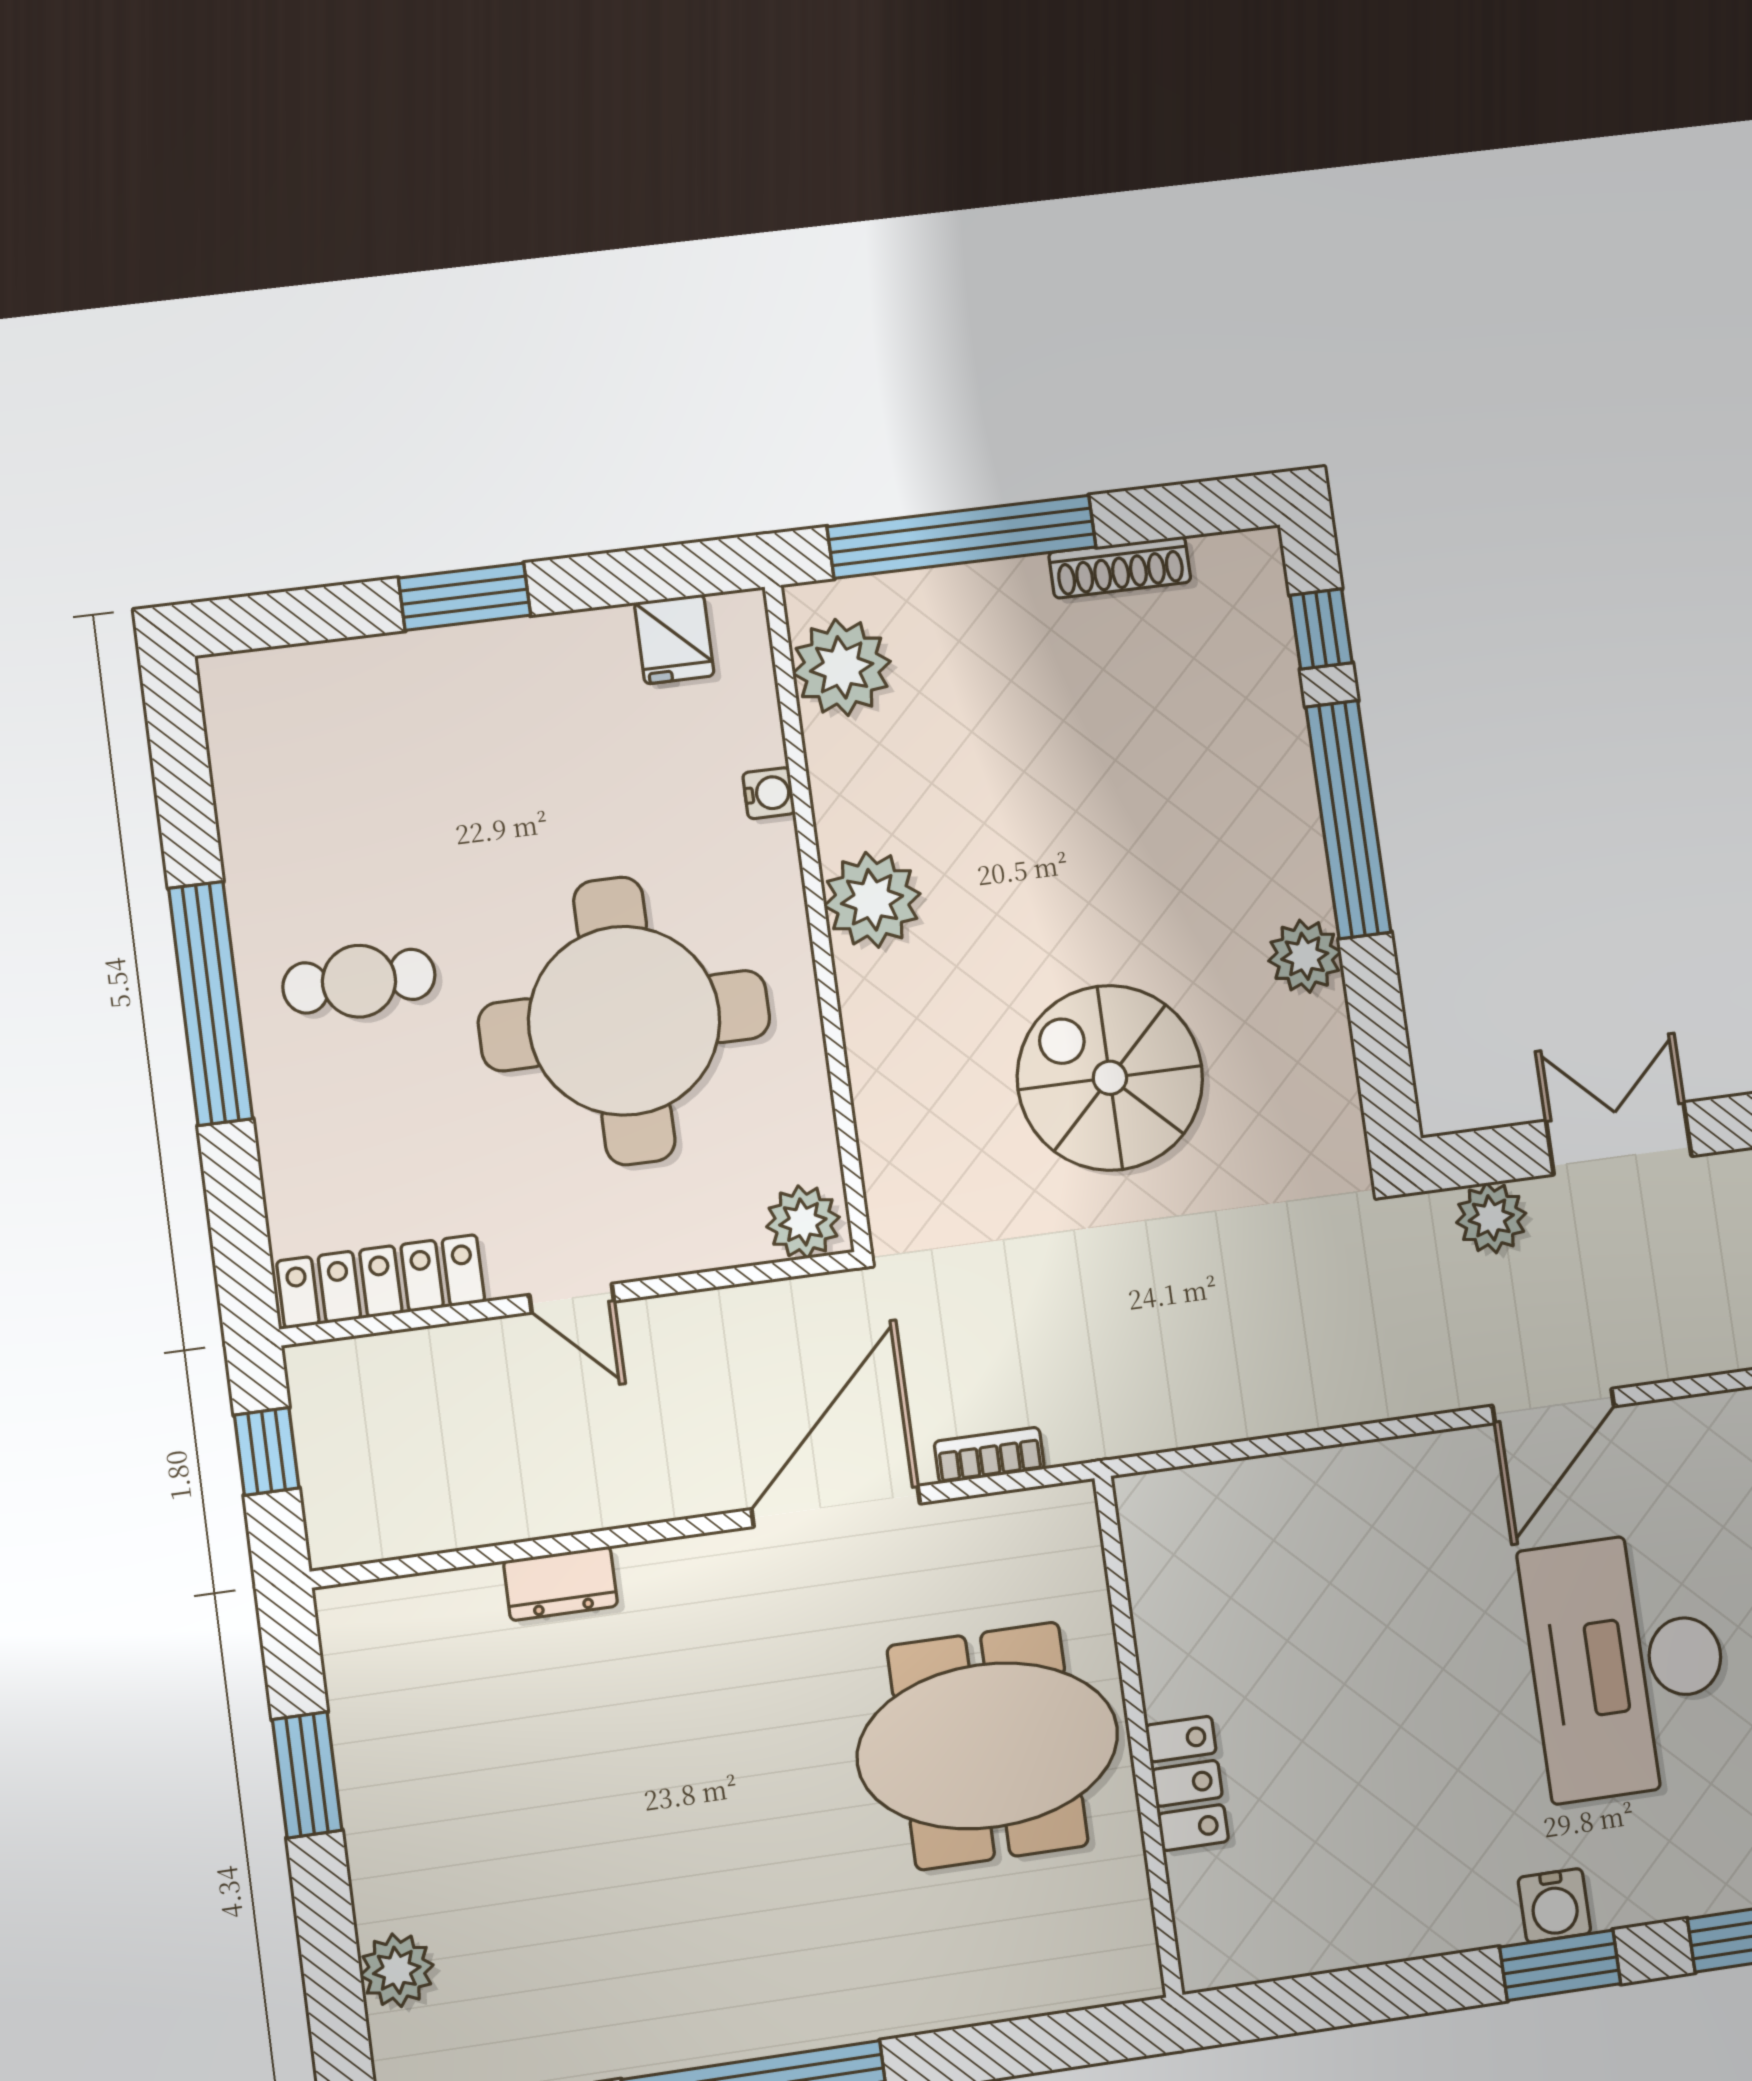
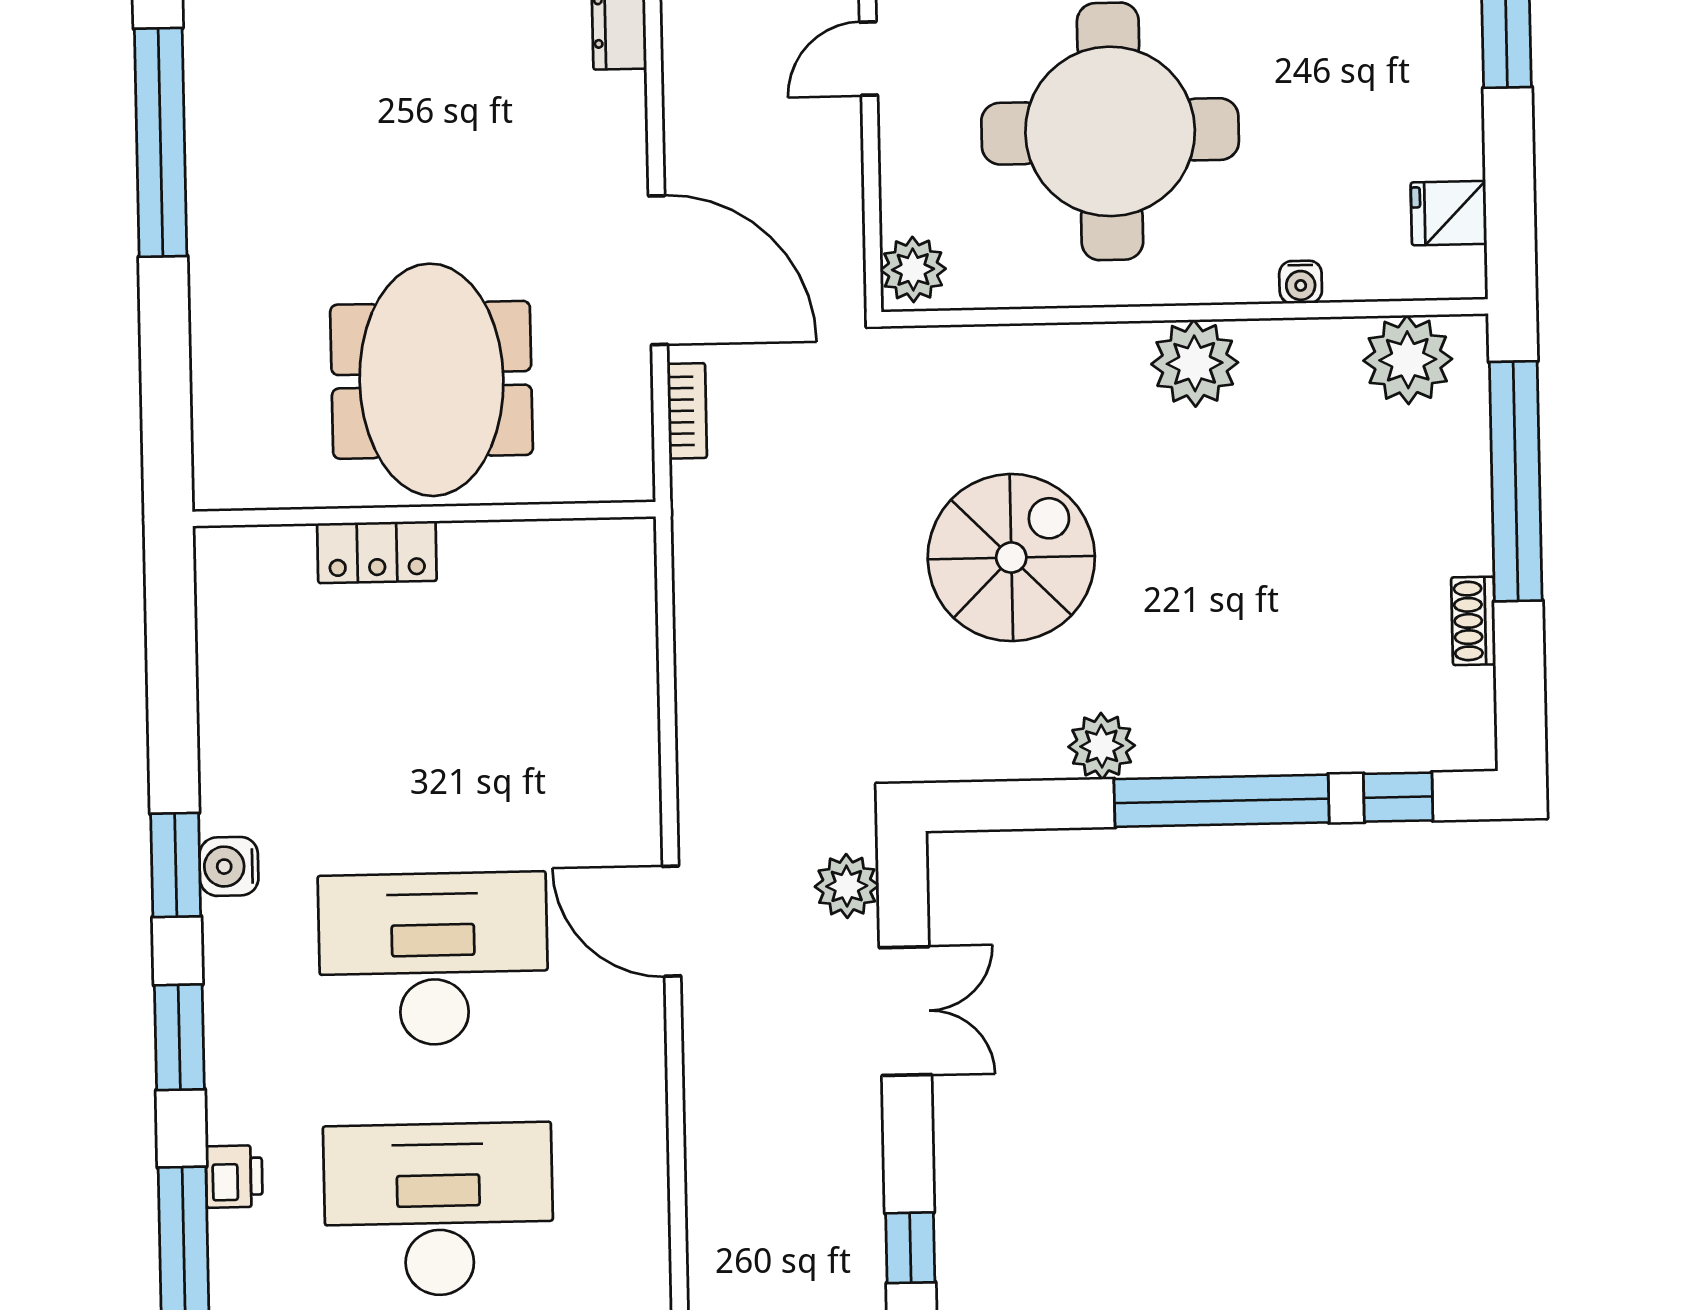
shoe rack: (1120, 567) -> (1473, 621), width x0.70

